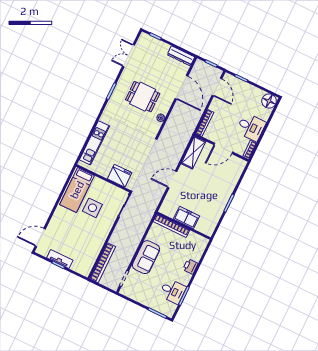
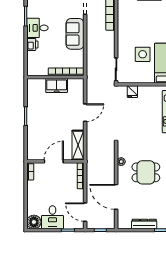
dresser: (181, 56) -> (144, 224), moved
desk: (251, 127) -> (52, 217), moved, turned -90
fridge: (120, 176) -> (132, 92), width x0.53, depth x0.75
desk: (173, 291) -> (37, 28), moved

